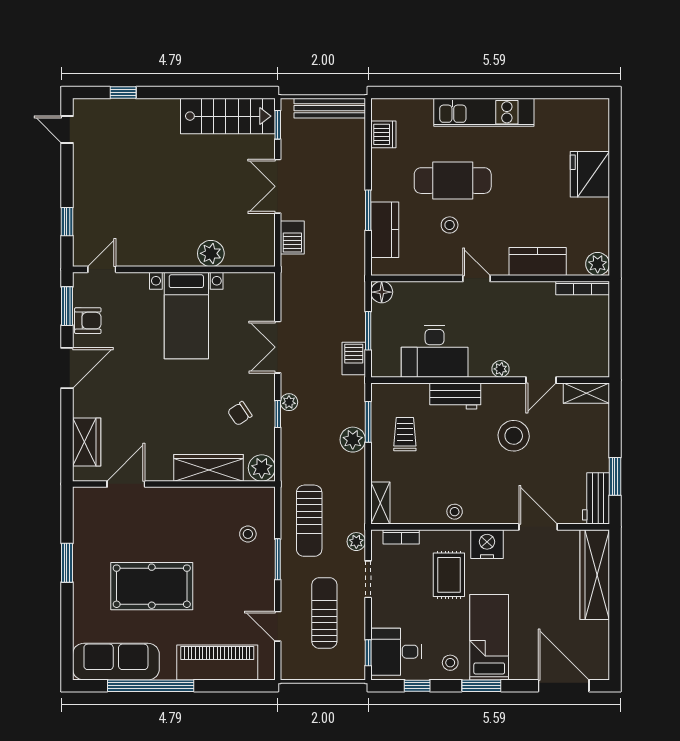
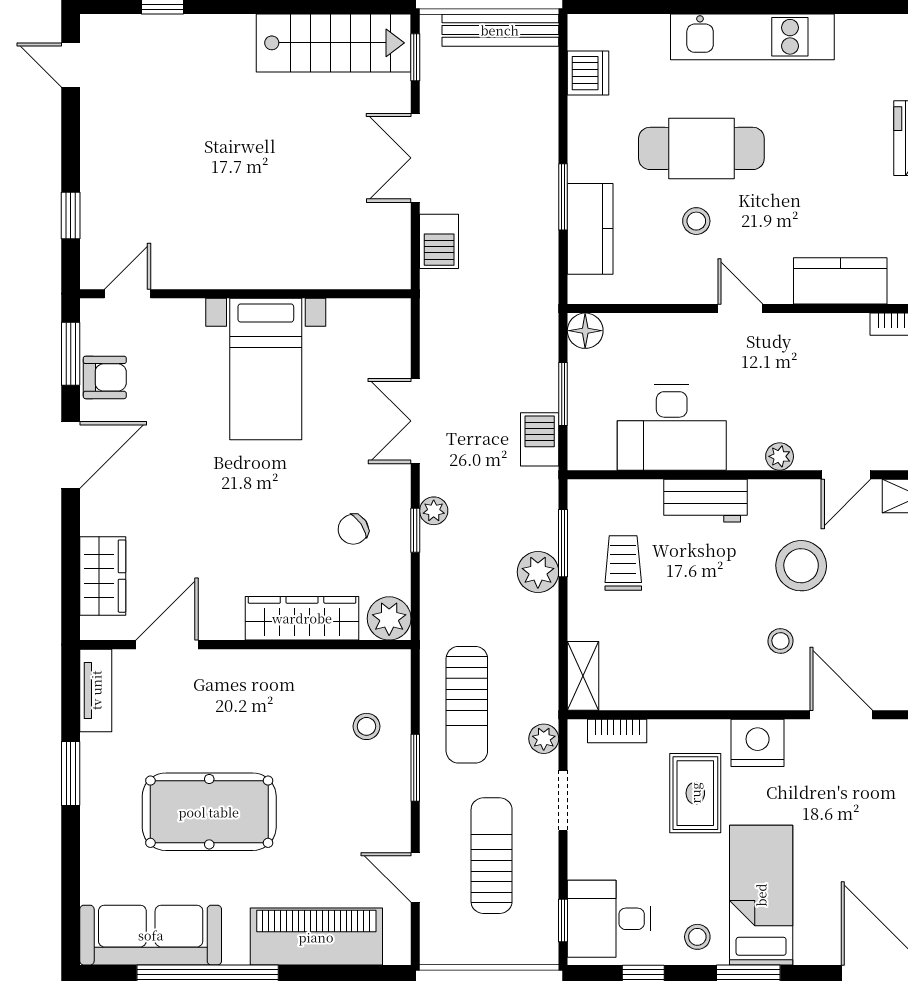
plant: (211, 253) -> (306, 268), removed
tv unit: (82, 512) -> (96, 690), added
stool: (455, 512) -> (780, 641), moved

